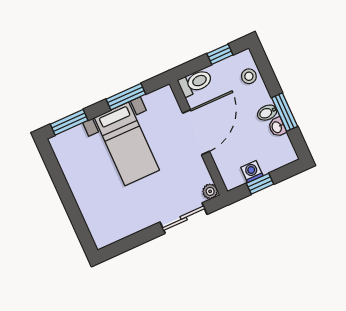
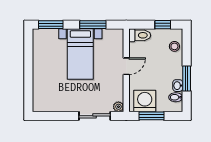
bidet: (267, 113) -> (176, 97), moved
door: (196, 132) -> (126, 66), width x0.53
washing machine: (252, 172) -> (145, 101), width x1.89, depth x1.89
window: (260, 184) -> (151, 116), width x1.50

